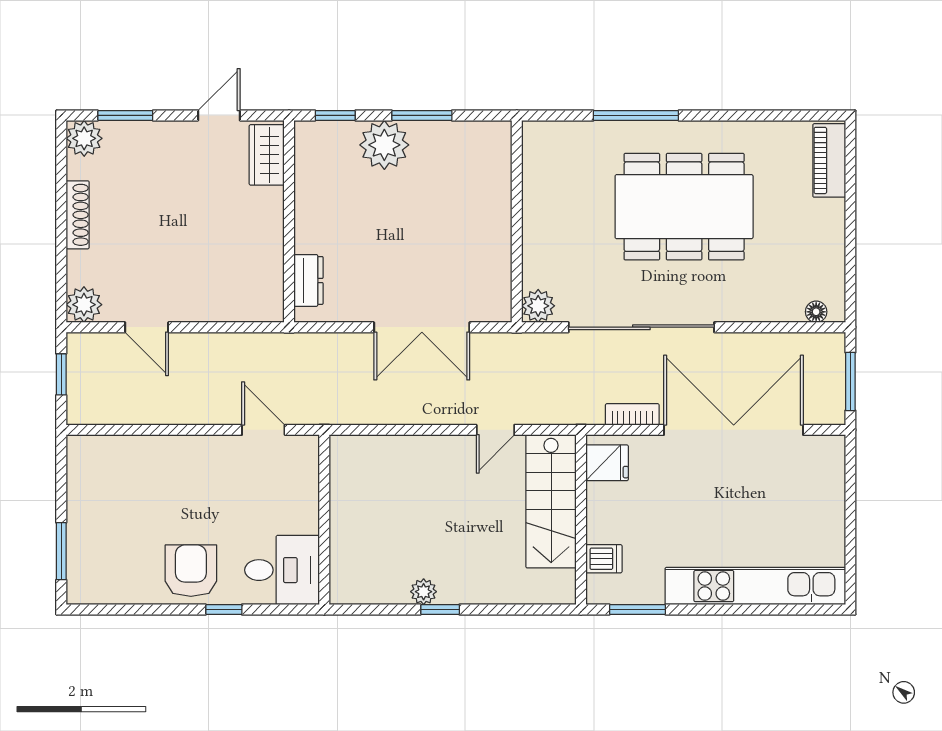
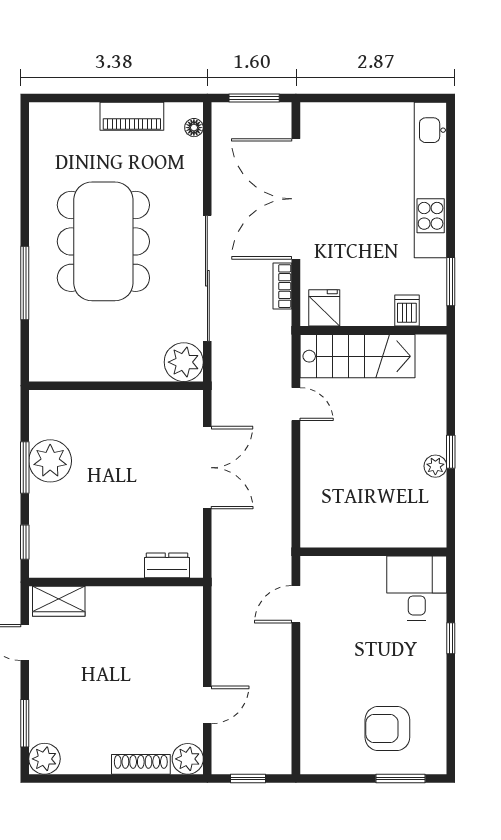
plant: (384, 145) -> (50, 461), moved
piano: (829, 160) -> (132, 116), moved
shoe rack: (78, 215) -> (141, 764), moved
plant: (538, 306) -> (184, 362), width x1.36, depth x1.36
armchair: (191, 571) -> (387, 729), moved

